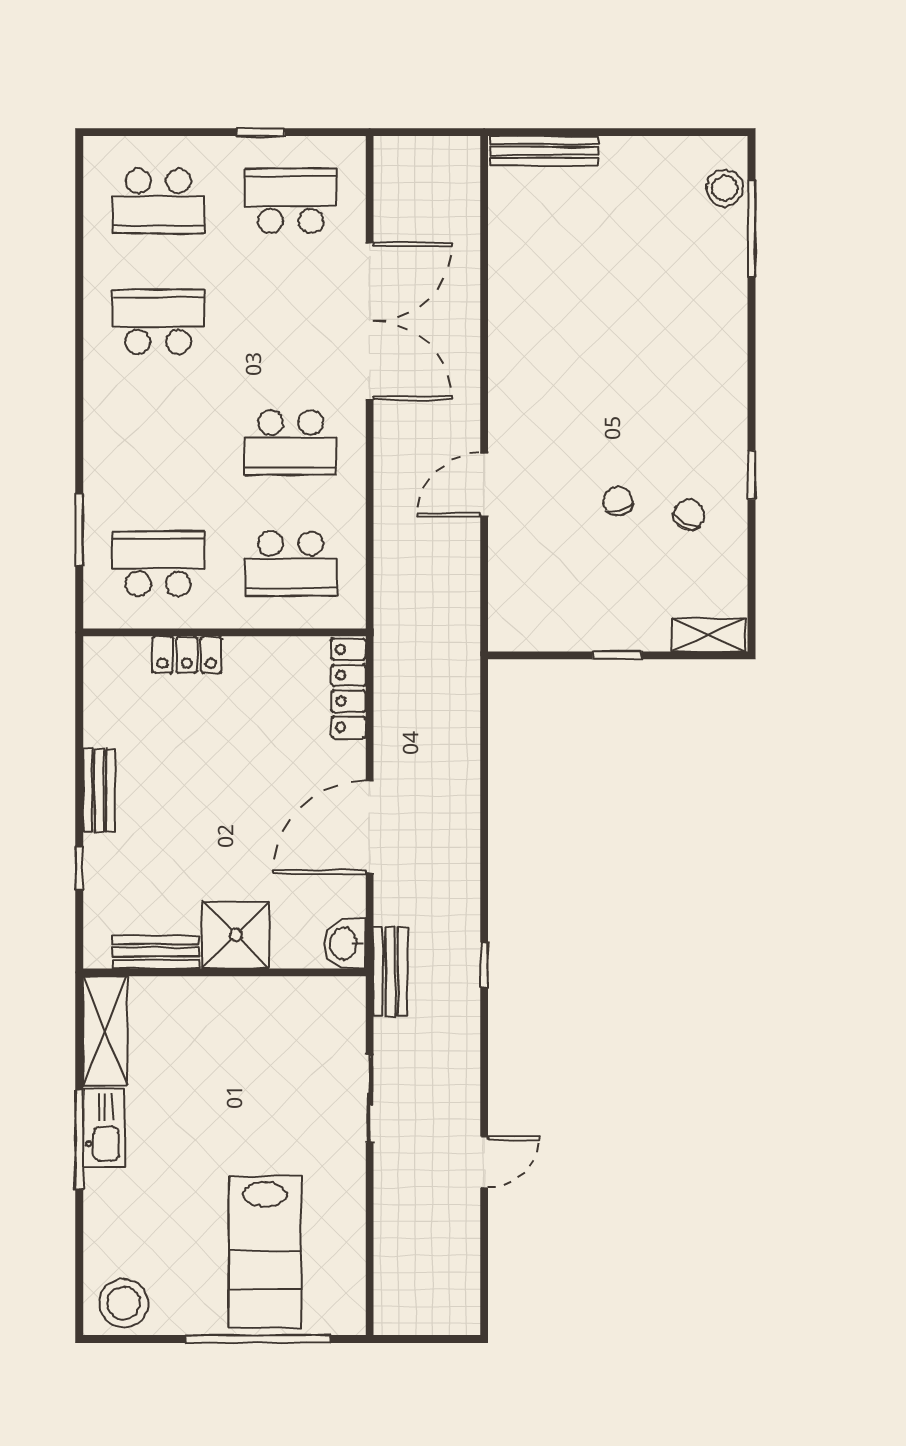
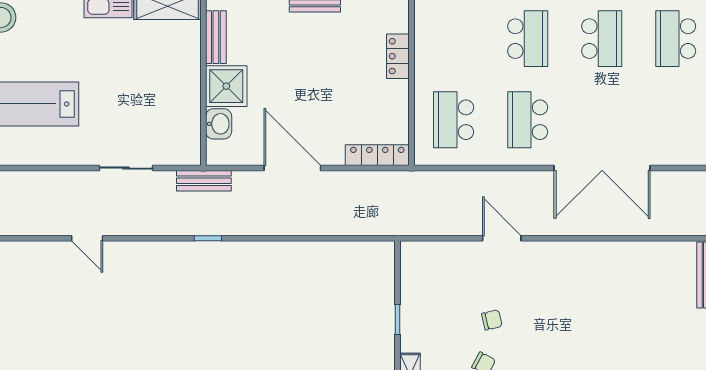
school desk: (291, 201) -> (676, 120), removed
school desk: (158, 564) -> (528, 39), moved
washbasin: (345, 944) -> (219, 124), moved, turned 90

